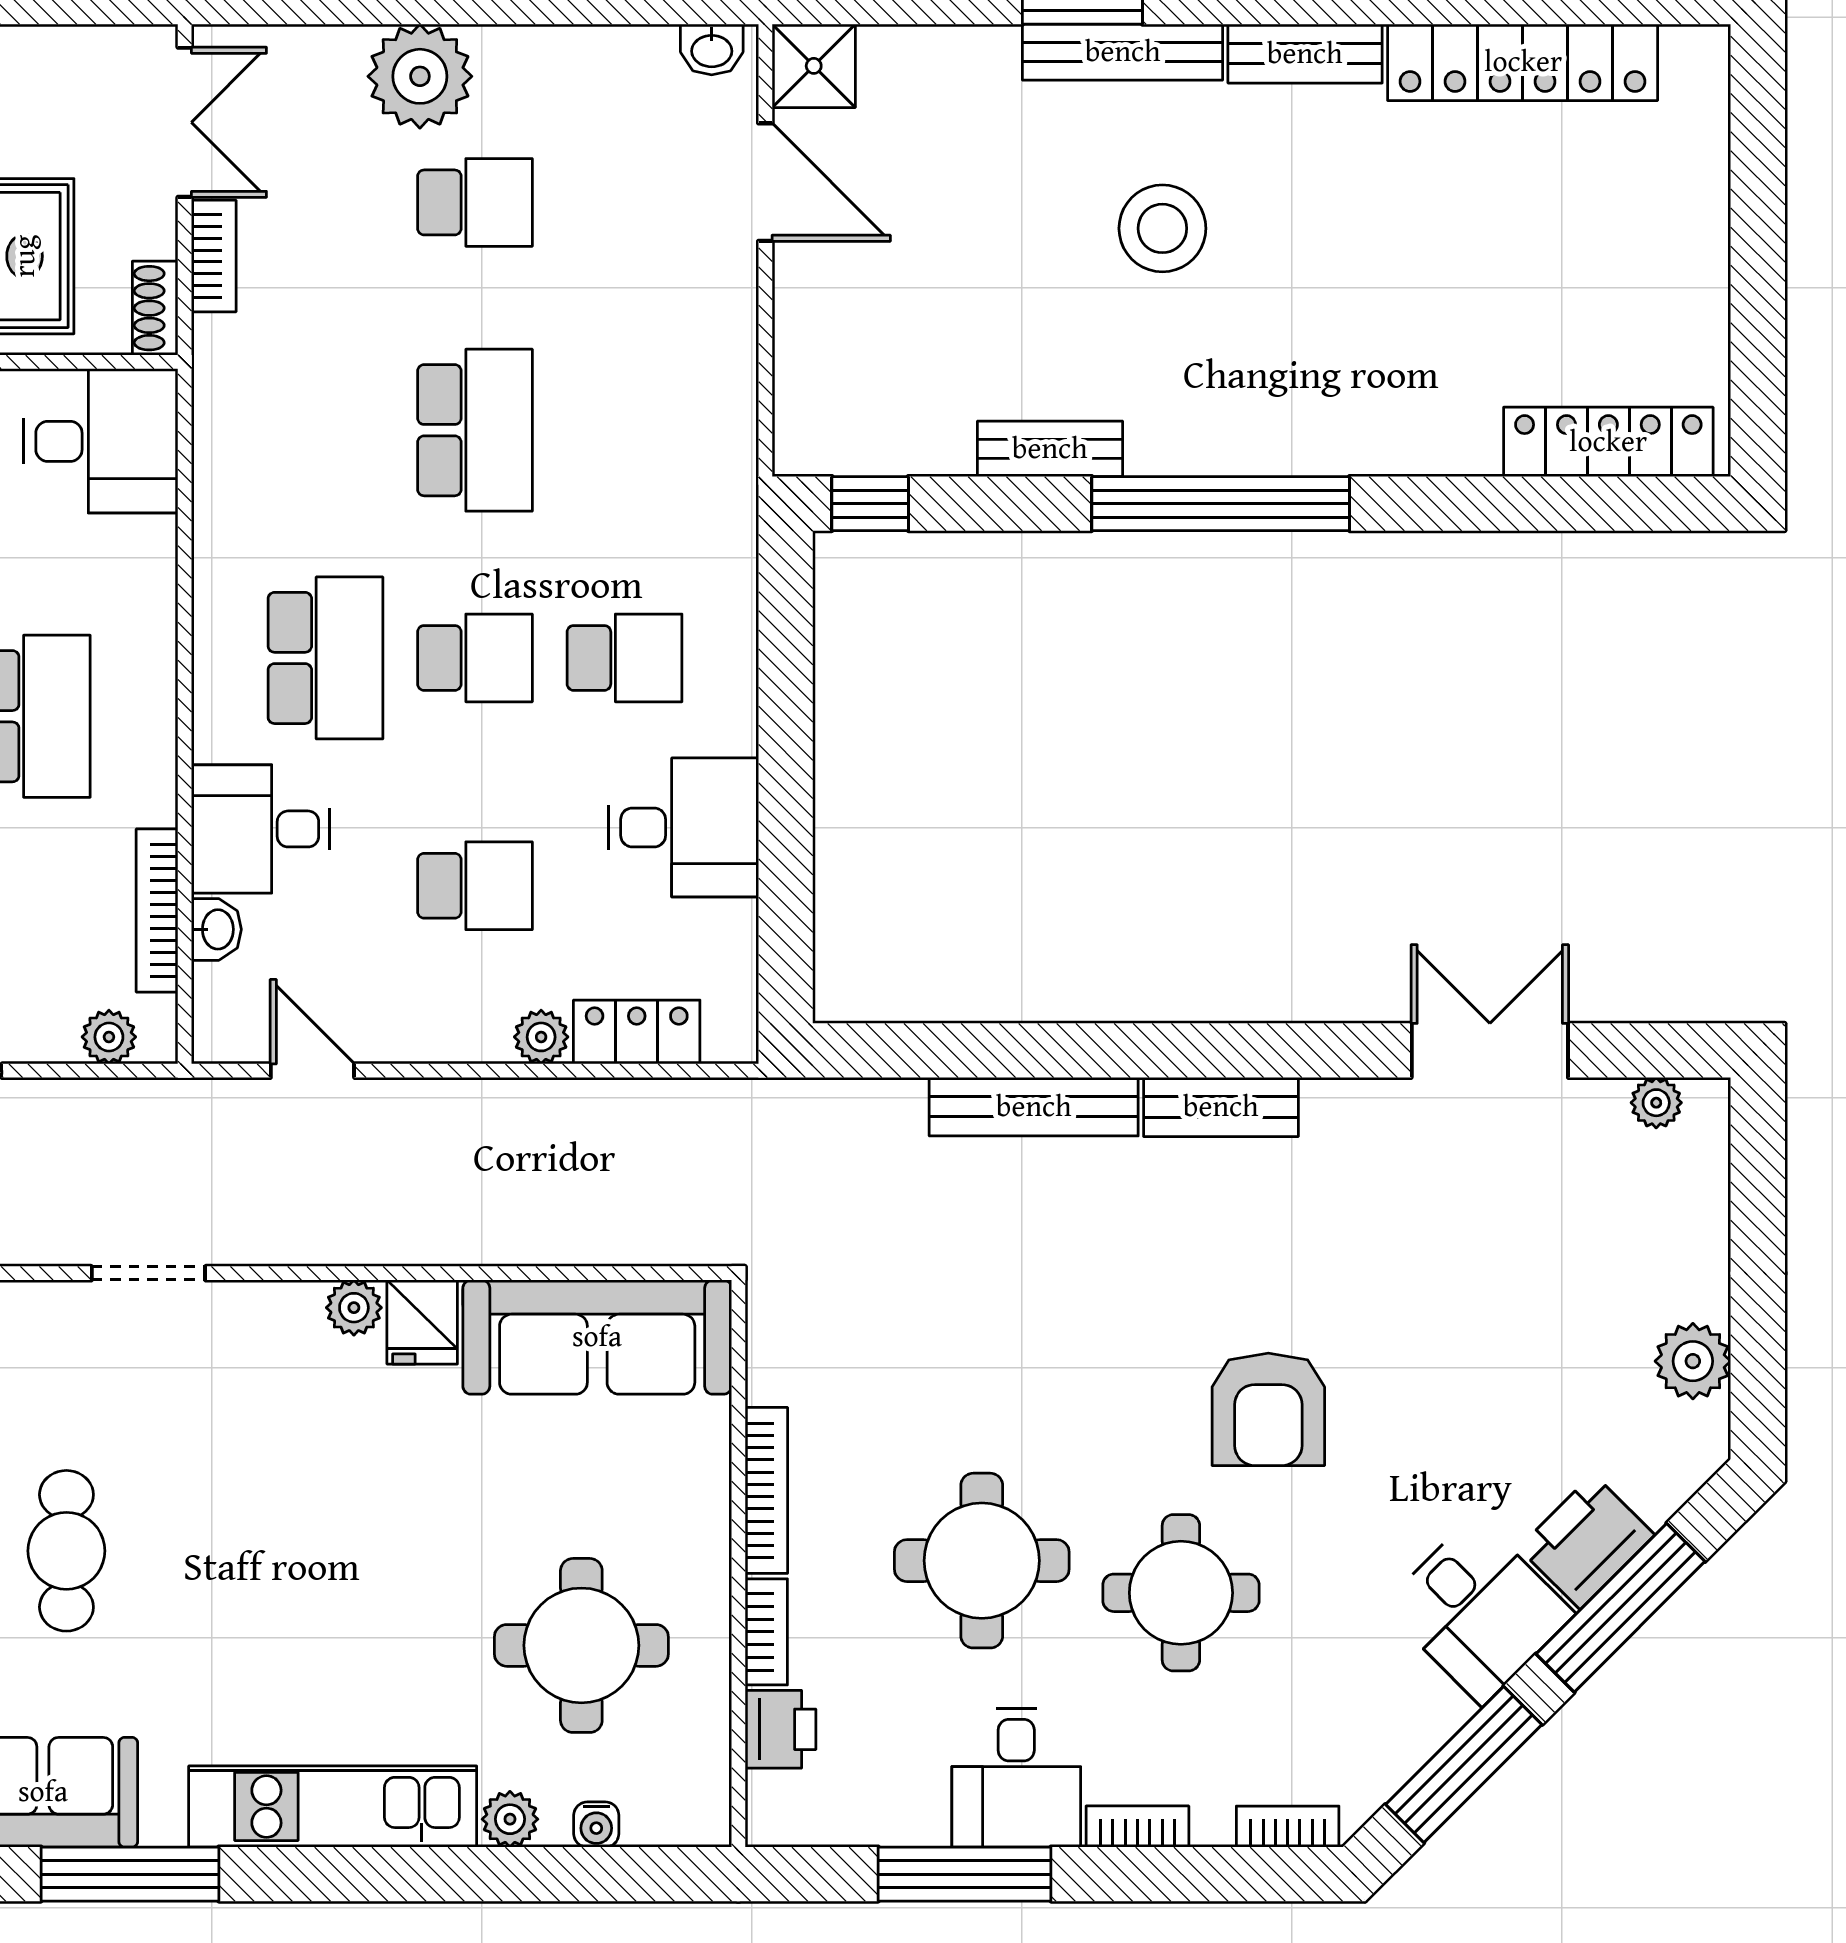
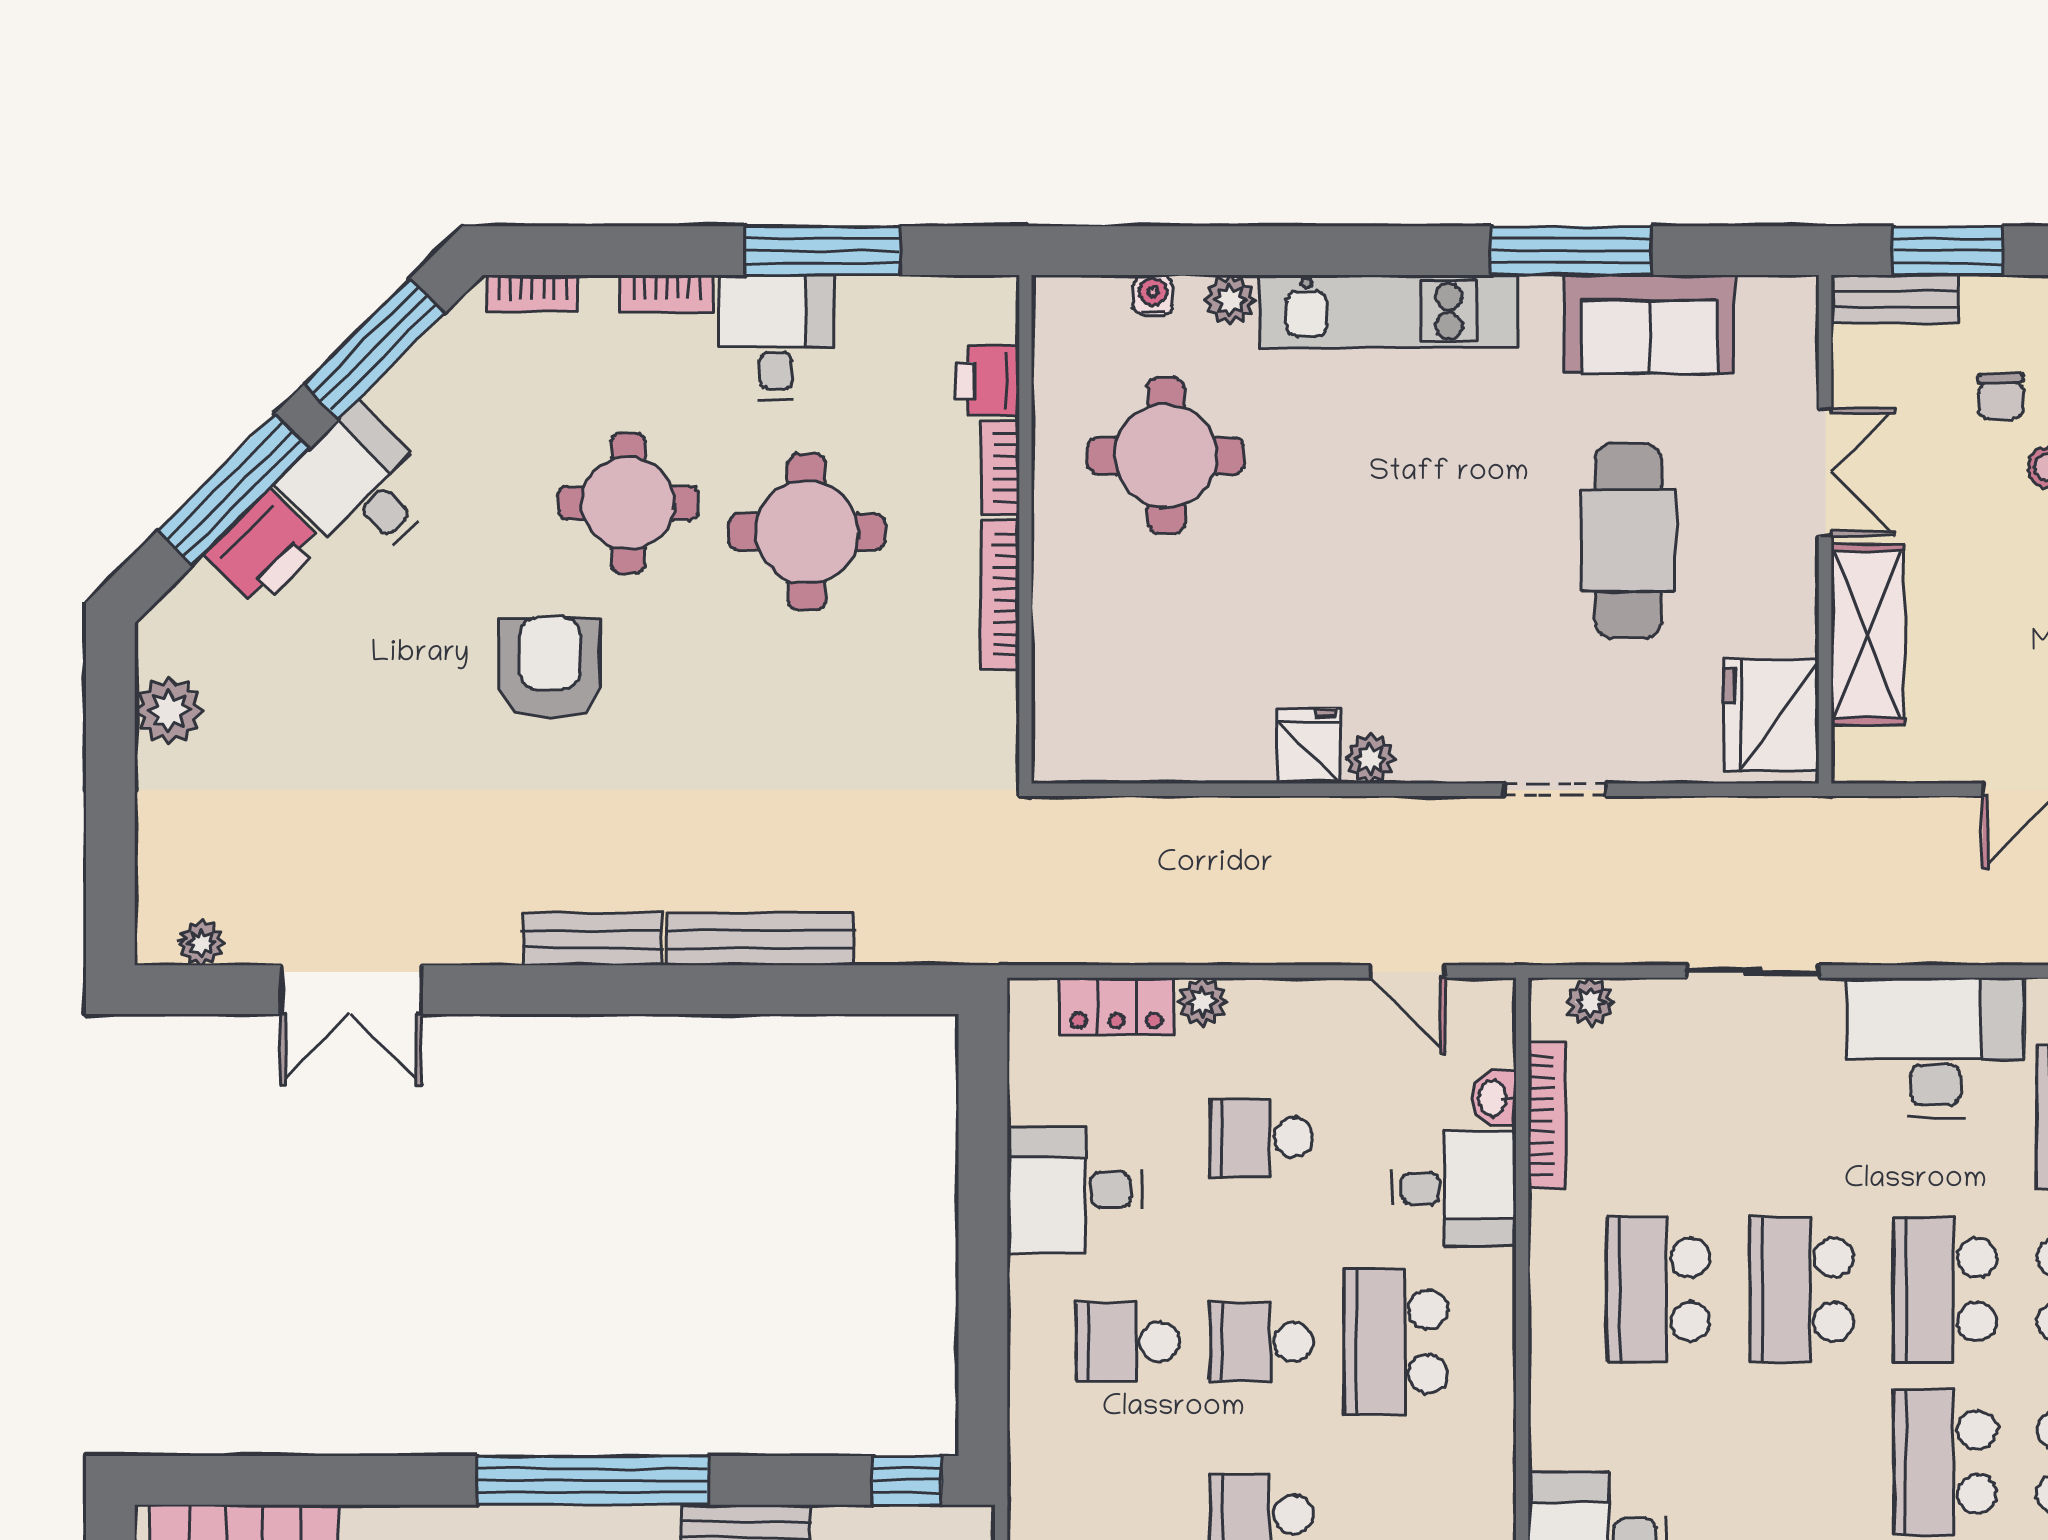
sofa: (597, 1337) -> (1152, 732), removed
cafe table: (66, 1551) -> (1628, 541), width x1.37, depth x1.35

